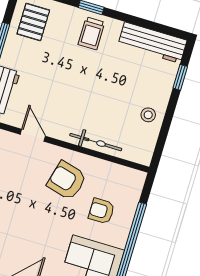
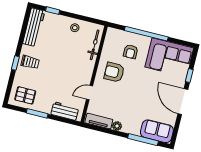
bicycle: (96, 142) -> (95, 45), moved
armchair: (67, 180) -> (114, 72), turned 75

